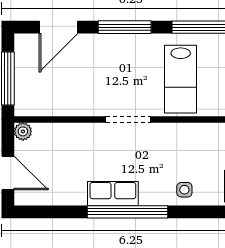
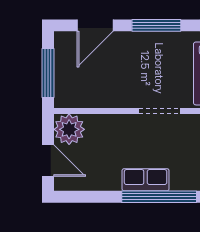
plant: (23, 131) -> (69, 129), width x1.87, depth x1.87

